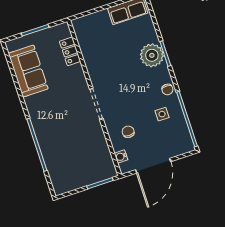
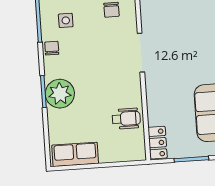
wheelchair: (95, 49) -> (126, 119), added
locker: (70, 51) -> (158, 143), moved

